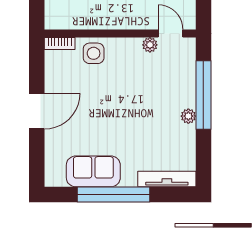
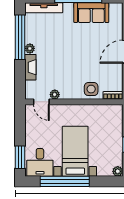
fireplace: (187, 87) -> (30, 67), added
window: (203, 95) -> (20, 37), moved

